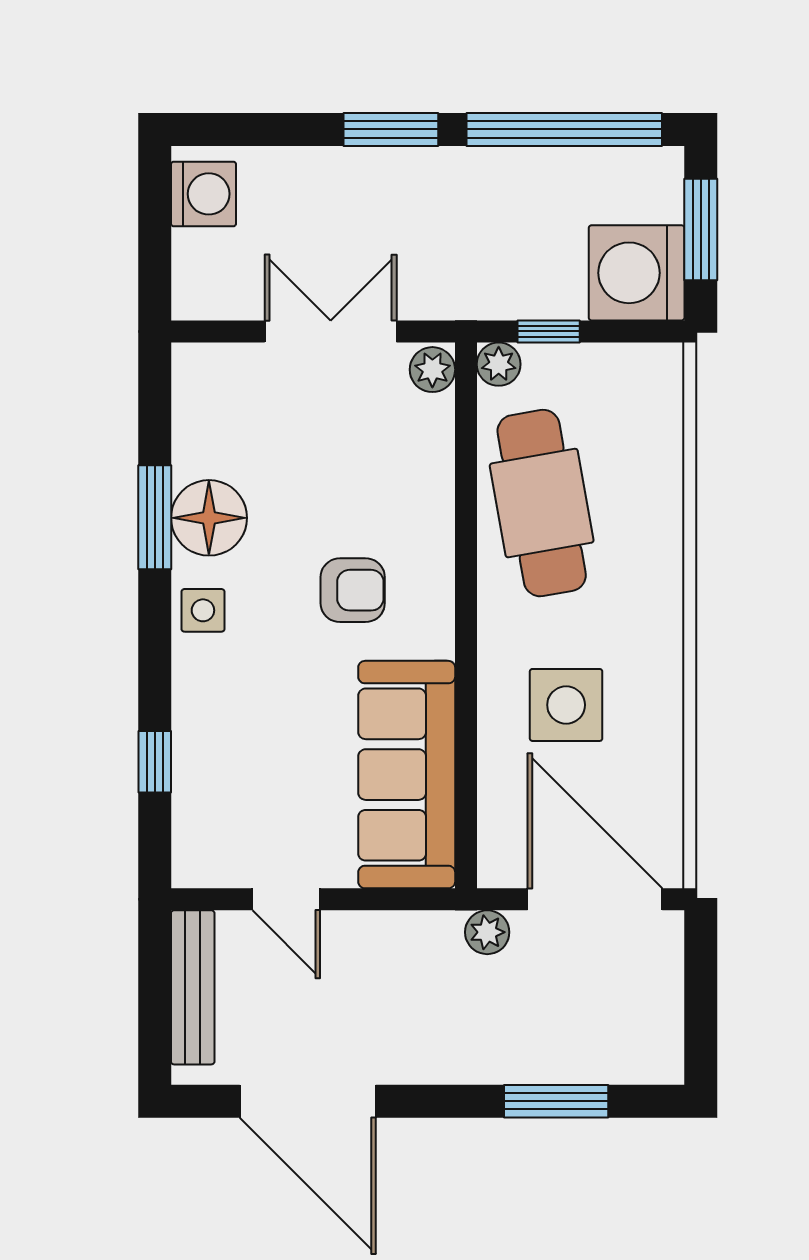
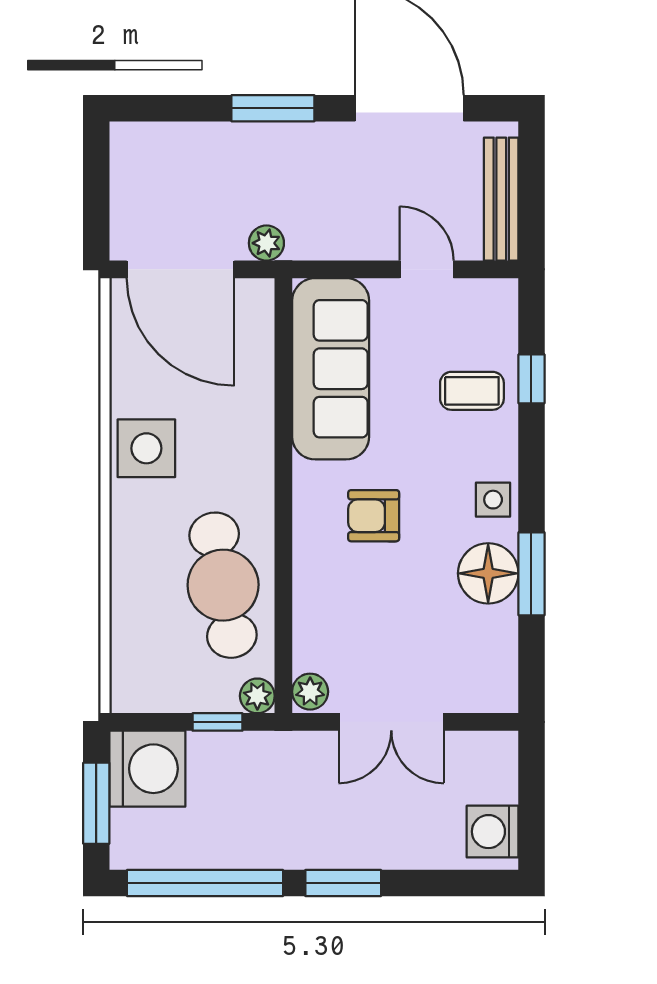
side table: (566, 705) -> (146, 448), moved
coffee table: (229, 747) -> (472, 391), added
window: (556, 1101) -> (273, 108), moved

